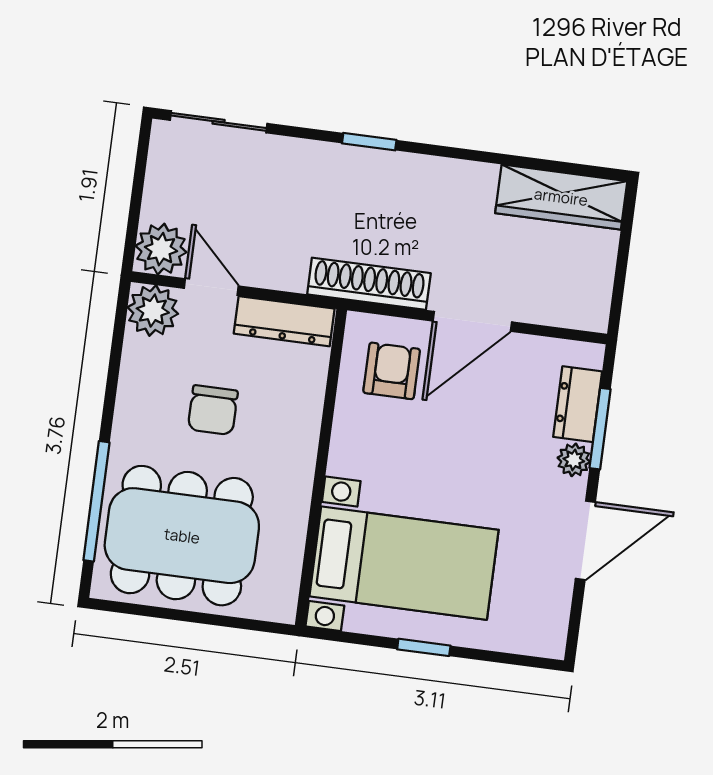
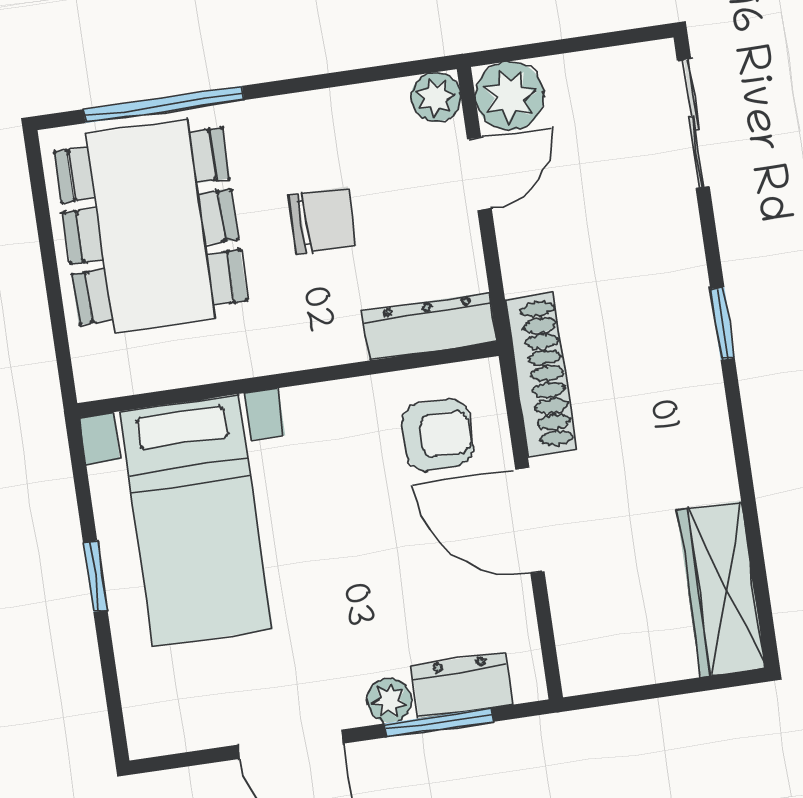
plant: (153, 311) -> (436, 97), width x0.73, depth x0.73
dresser: (284, 321) -> (429, 326), moved, turned 90
chair: (213, 410) -> (322, 220), turned 180

